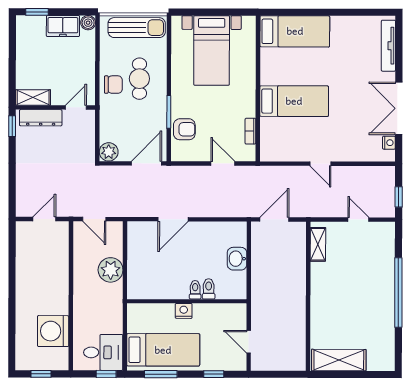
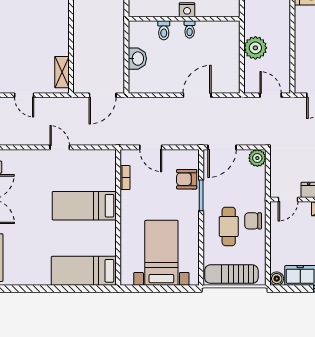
toilet: (195, 290) -> (190, 29), moved

